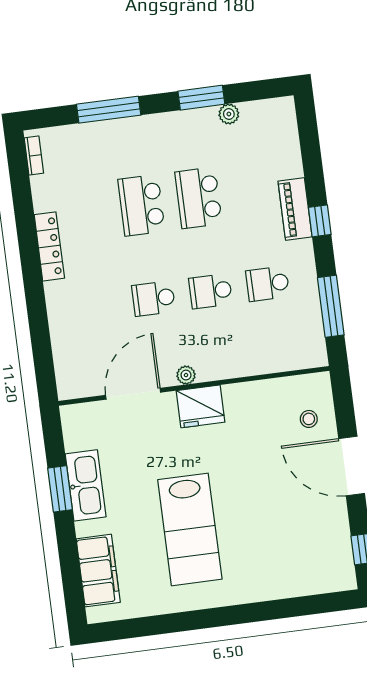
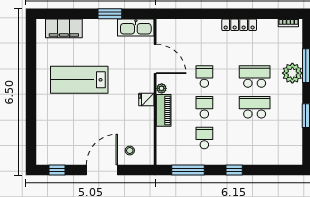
plant: (229, 114) -> (292, 73), moved, width x1.88, depth x1.88
piano: (295, 209) -> (164, 110), moved, turned 90
fridge: (201, 406) -> (146, 100), width x0.53, depth x0.75
kitchen sink: (86, 485) -> (136, 28), moved

